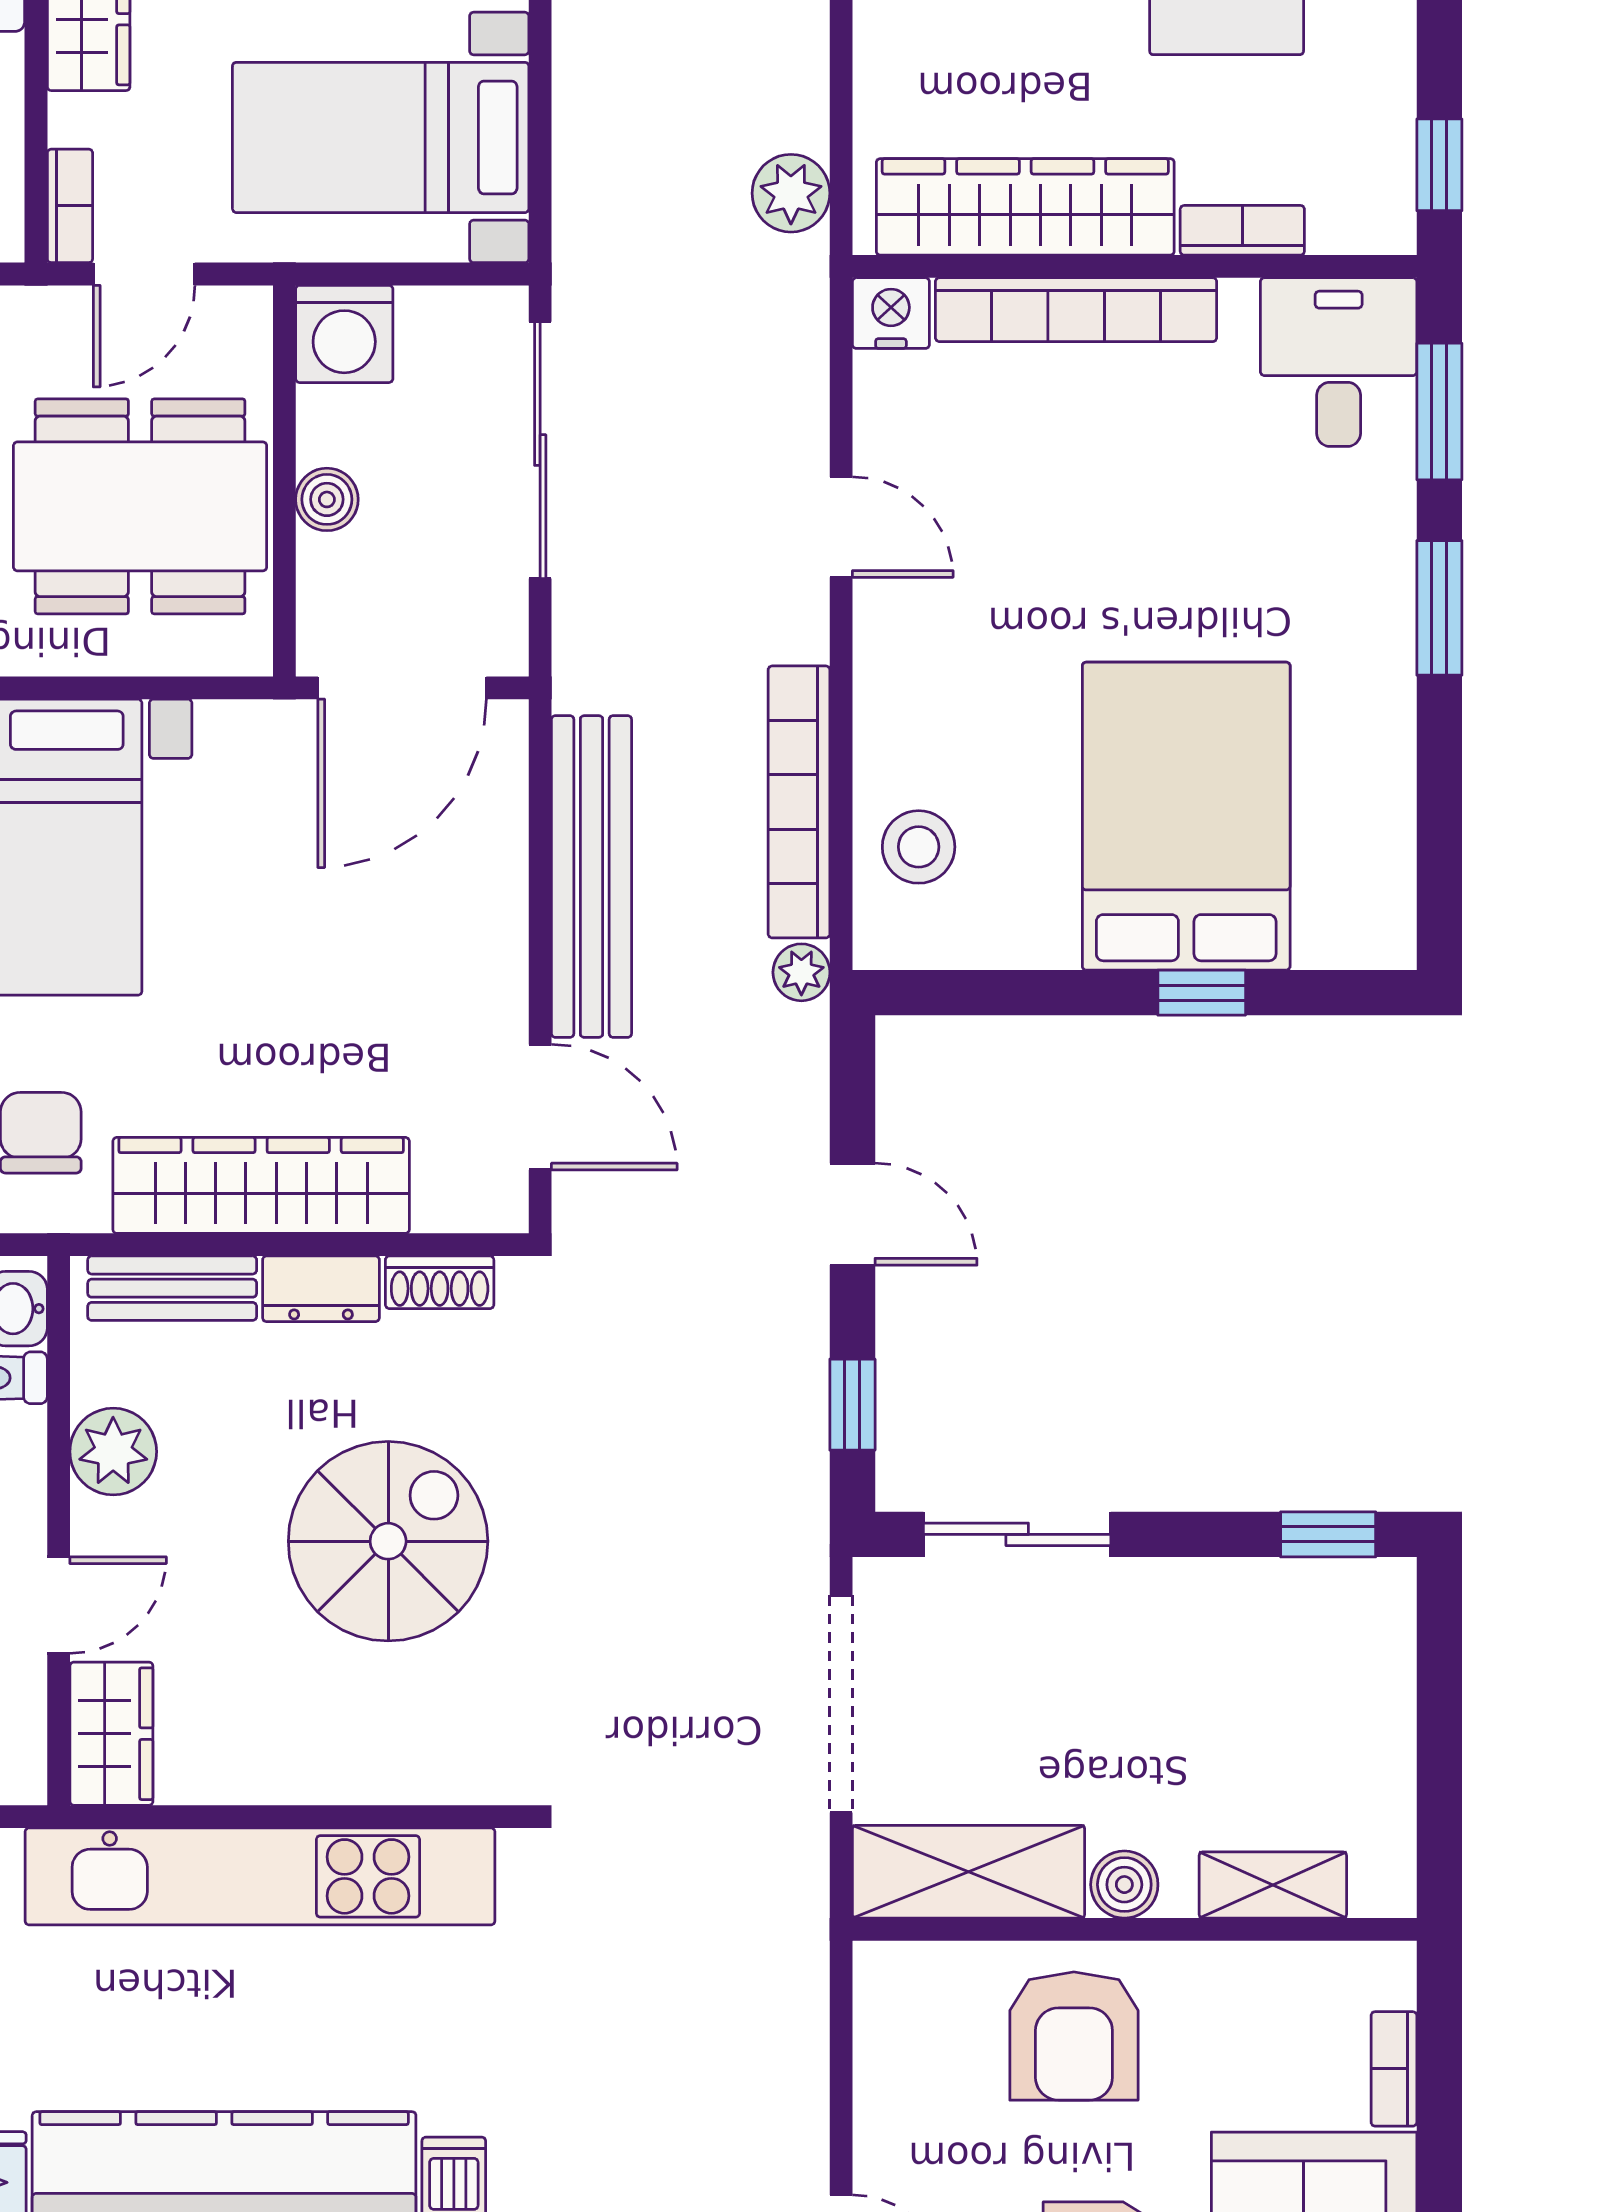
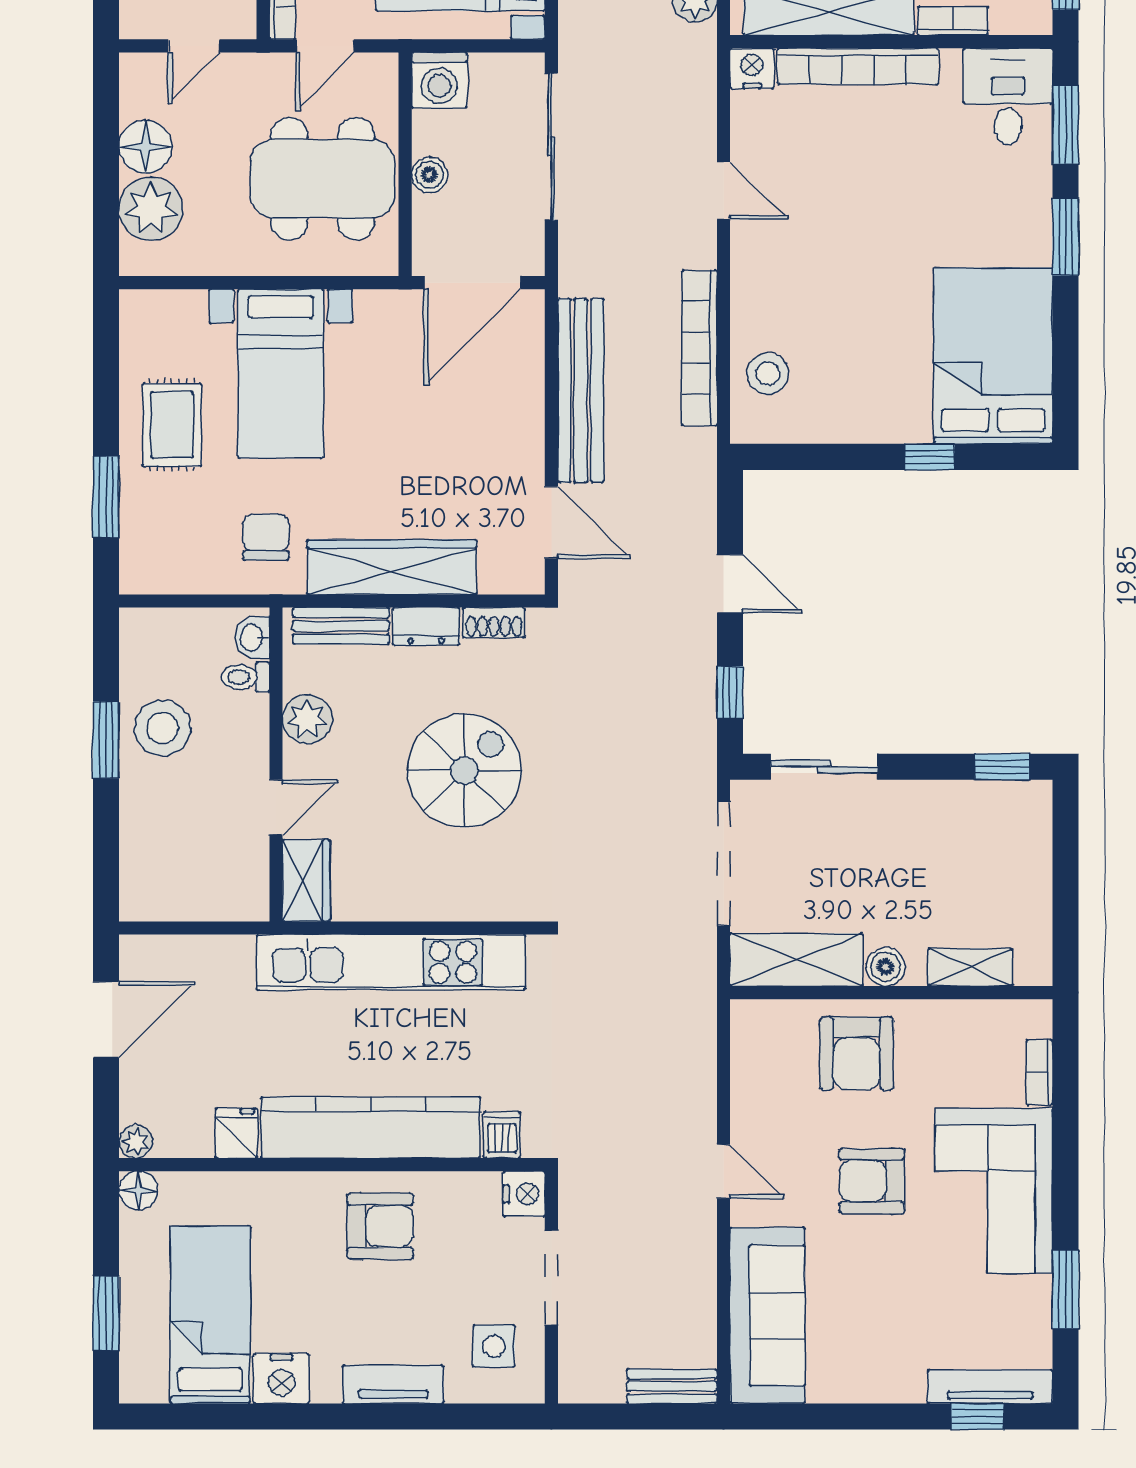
bed: (1186, 816) -> (993, 356), moved
plant: (801, 972) -> (701, 445), removed

